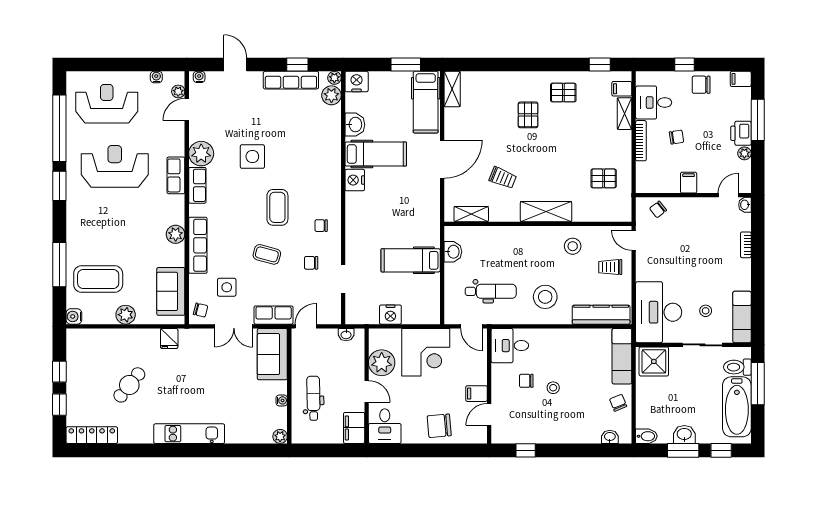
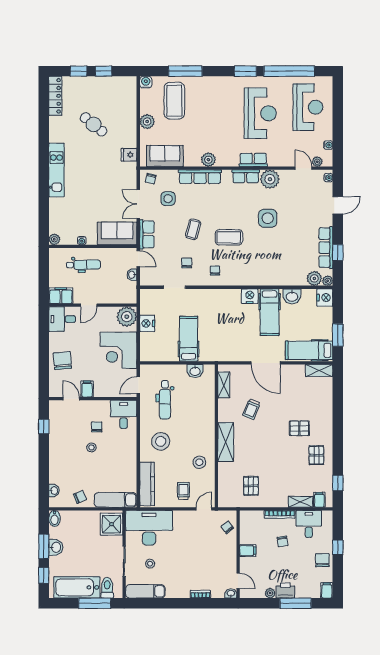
washbasin: (346, 335) -> (132, 275), moved
plant: (382, 363) -> (127, 317), moved

